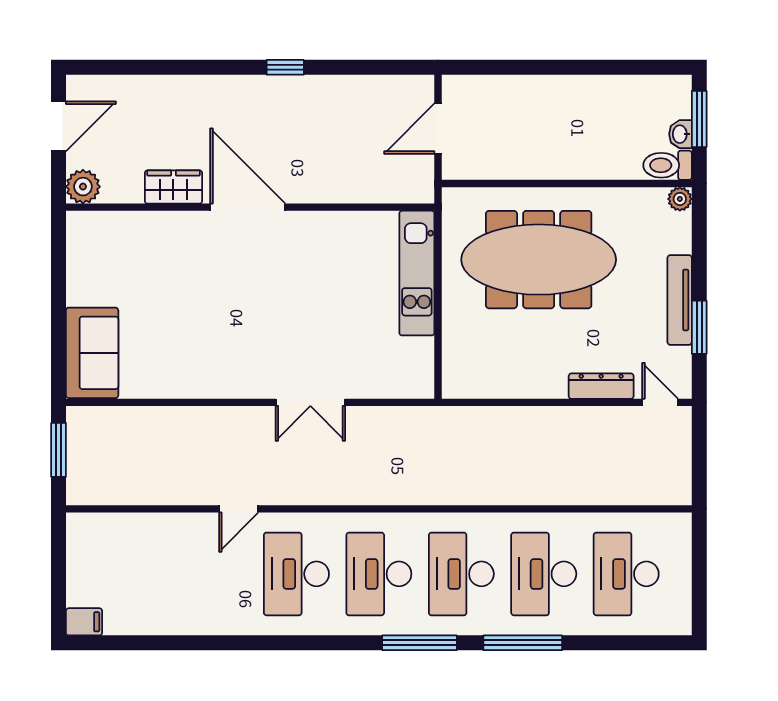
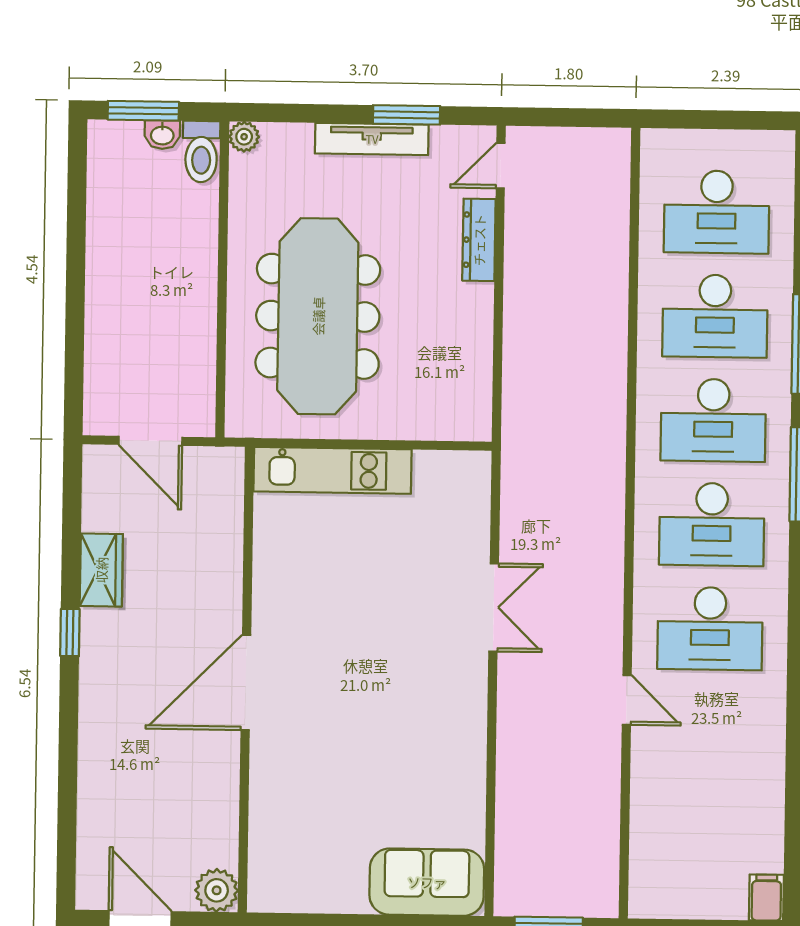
wardrobe: (173, 187) -> (101, 570), moved, turned 180

